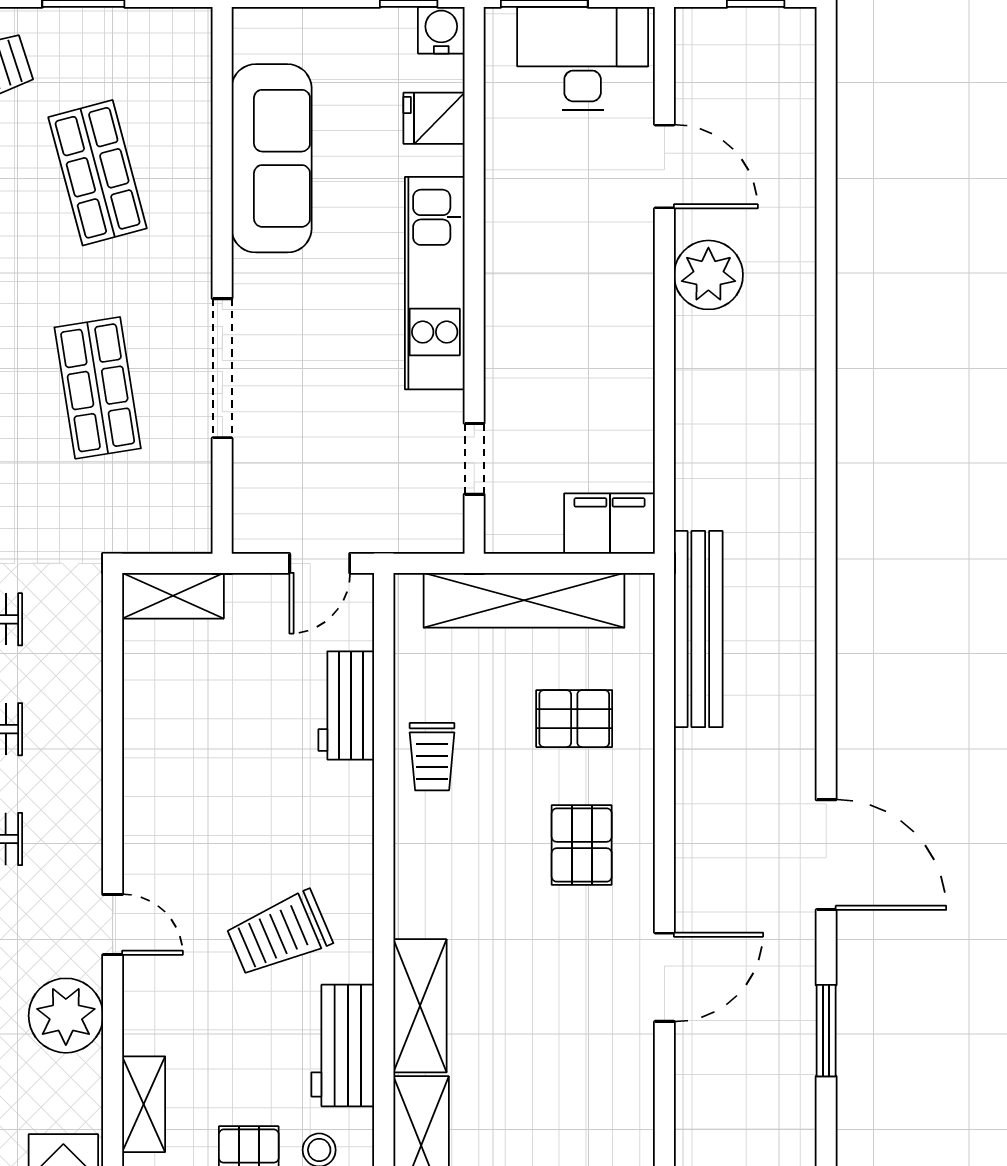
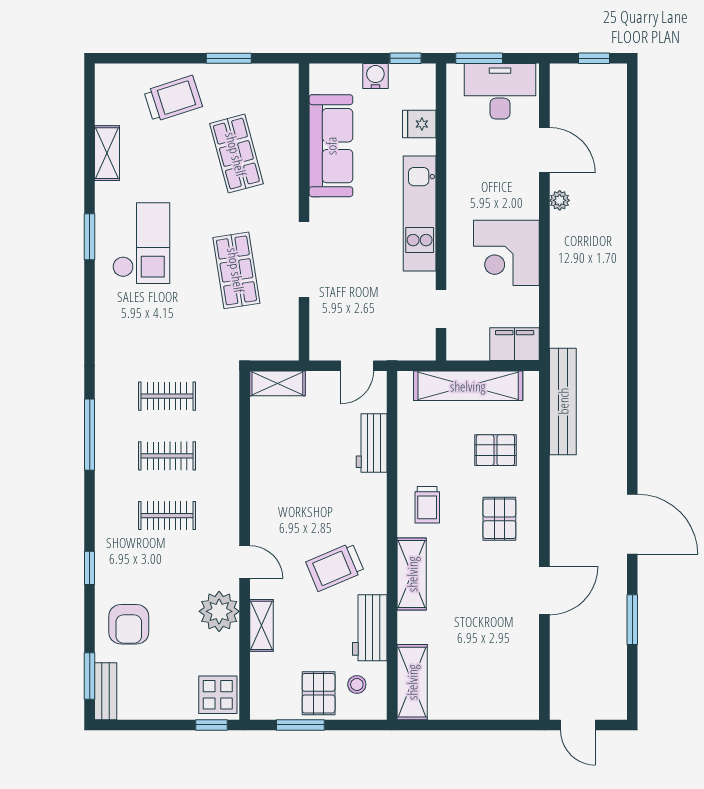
water cooler: (441, 30) -> (375, 76), moved
plant: (708, 275) -> (560, 200), width x0.53, depth x0.53
corner desk: (595, 356) -> (506, 253), added
trolley: (432, 757) -> (427, 505), moved
shelving: (420, 1006) -> (412, 574), moved
shelving: (144, 1104) -> (261, 625), moved

